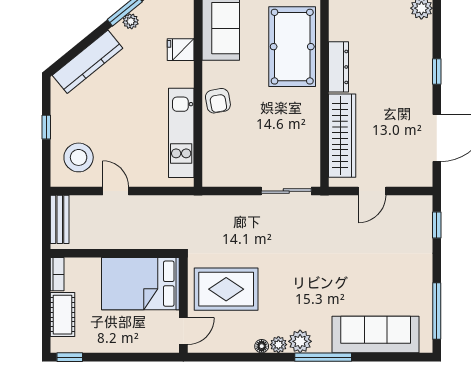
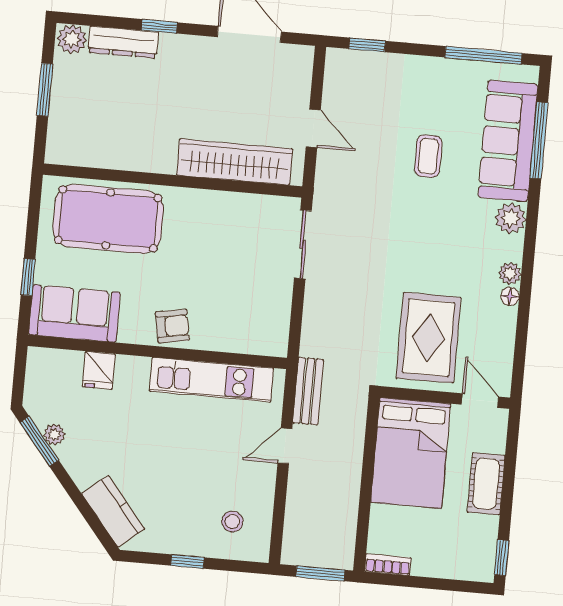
kitchen counter: (88, 62) -> (113, 511), width x0.67
dresser: (339, 67) -> (123, 42), moved, turned 180
stool: (79, 157) -> (232, 522), width x0.53, depth x0.53
door: (116, 191) -> (285, 446), moved
bench: (60, 219) -> (308, 391), moved, turned 90
window: (46, 225) -> (320, 573), added
coffee table: (359, 277) -> (428, 156), added
cot: (63, 315) -> (486, 484), moved, turned 90
plant: (300, 341) -> (510, 218), moved
window: (323, 357) -> (539, 140), moved

